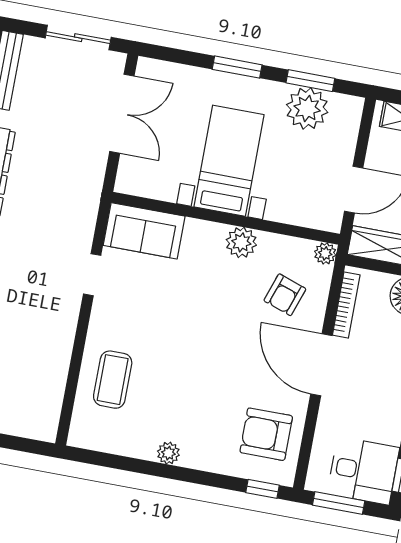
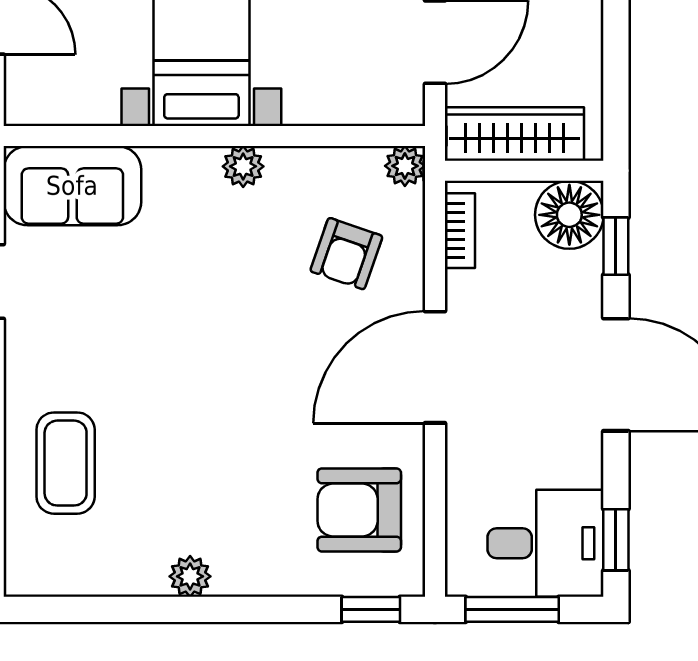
plant: (241, 242) -> (243, 166), width x0.73, depth x0.73
bookcase: (346, 305) -> (460, 231), width x0.64
door: (321, 365) -> (435, 367), hinge flipped

